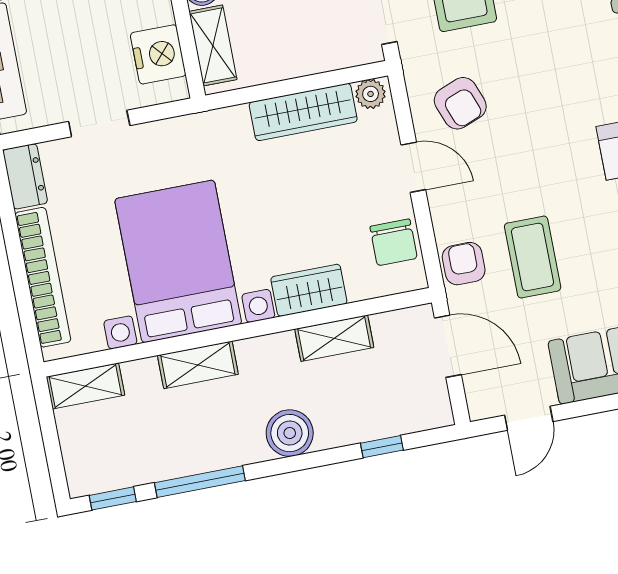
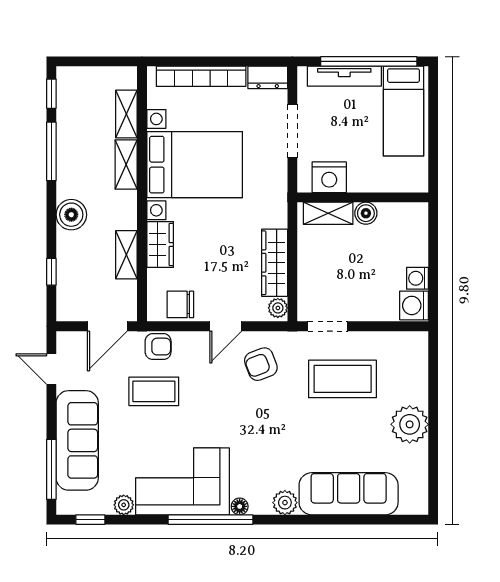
doorway: (99, 123) -> (292, 131), width x1.38
shelving: (85, 386) -> (126, 114), moved

